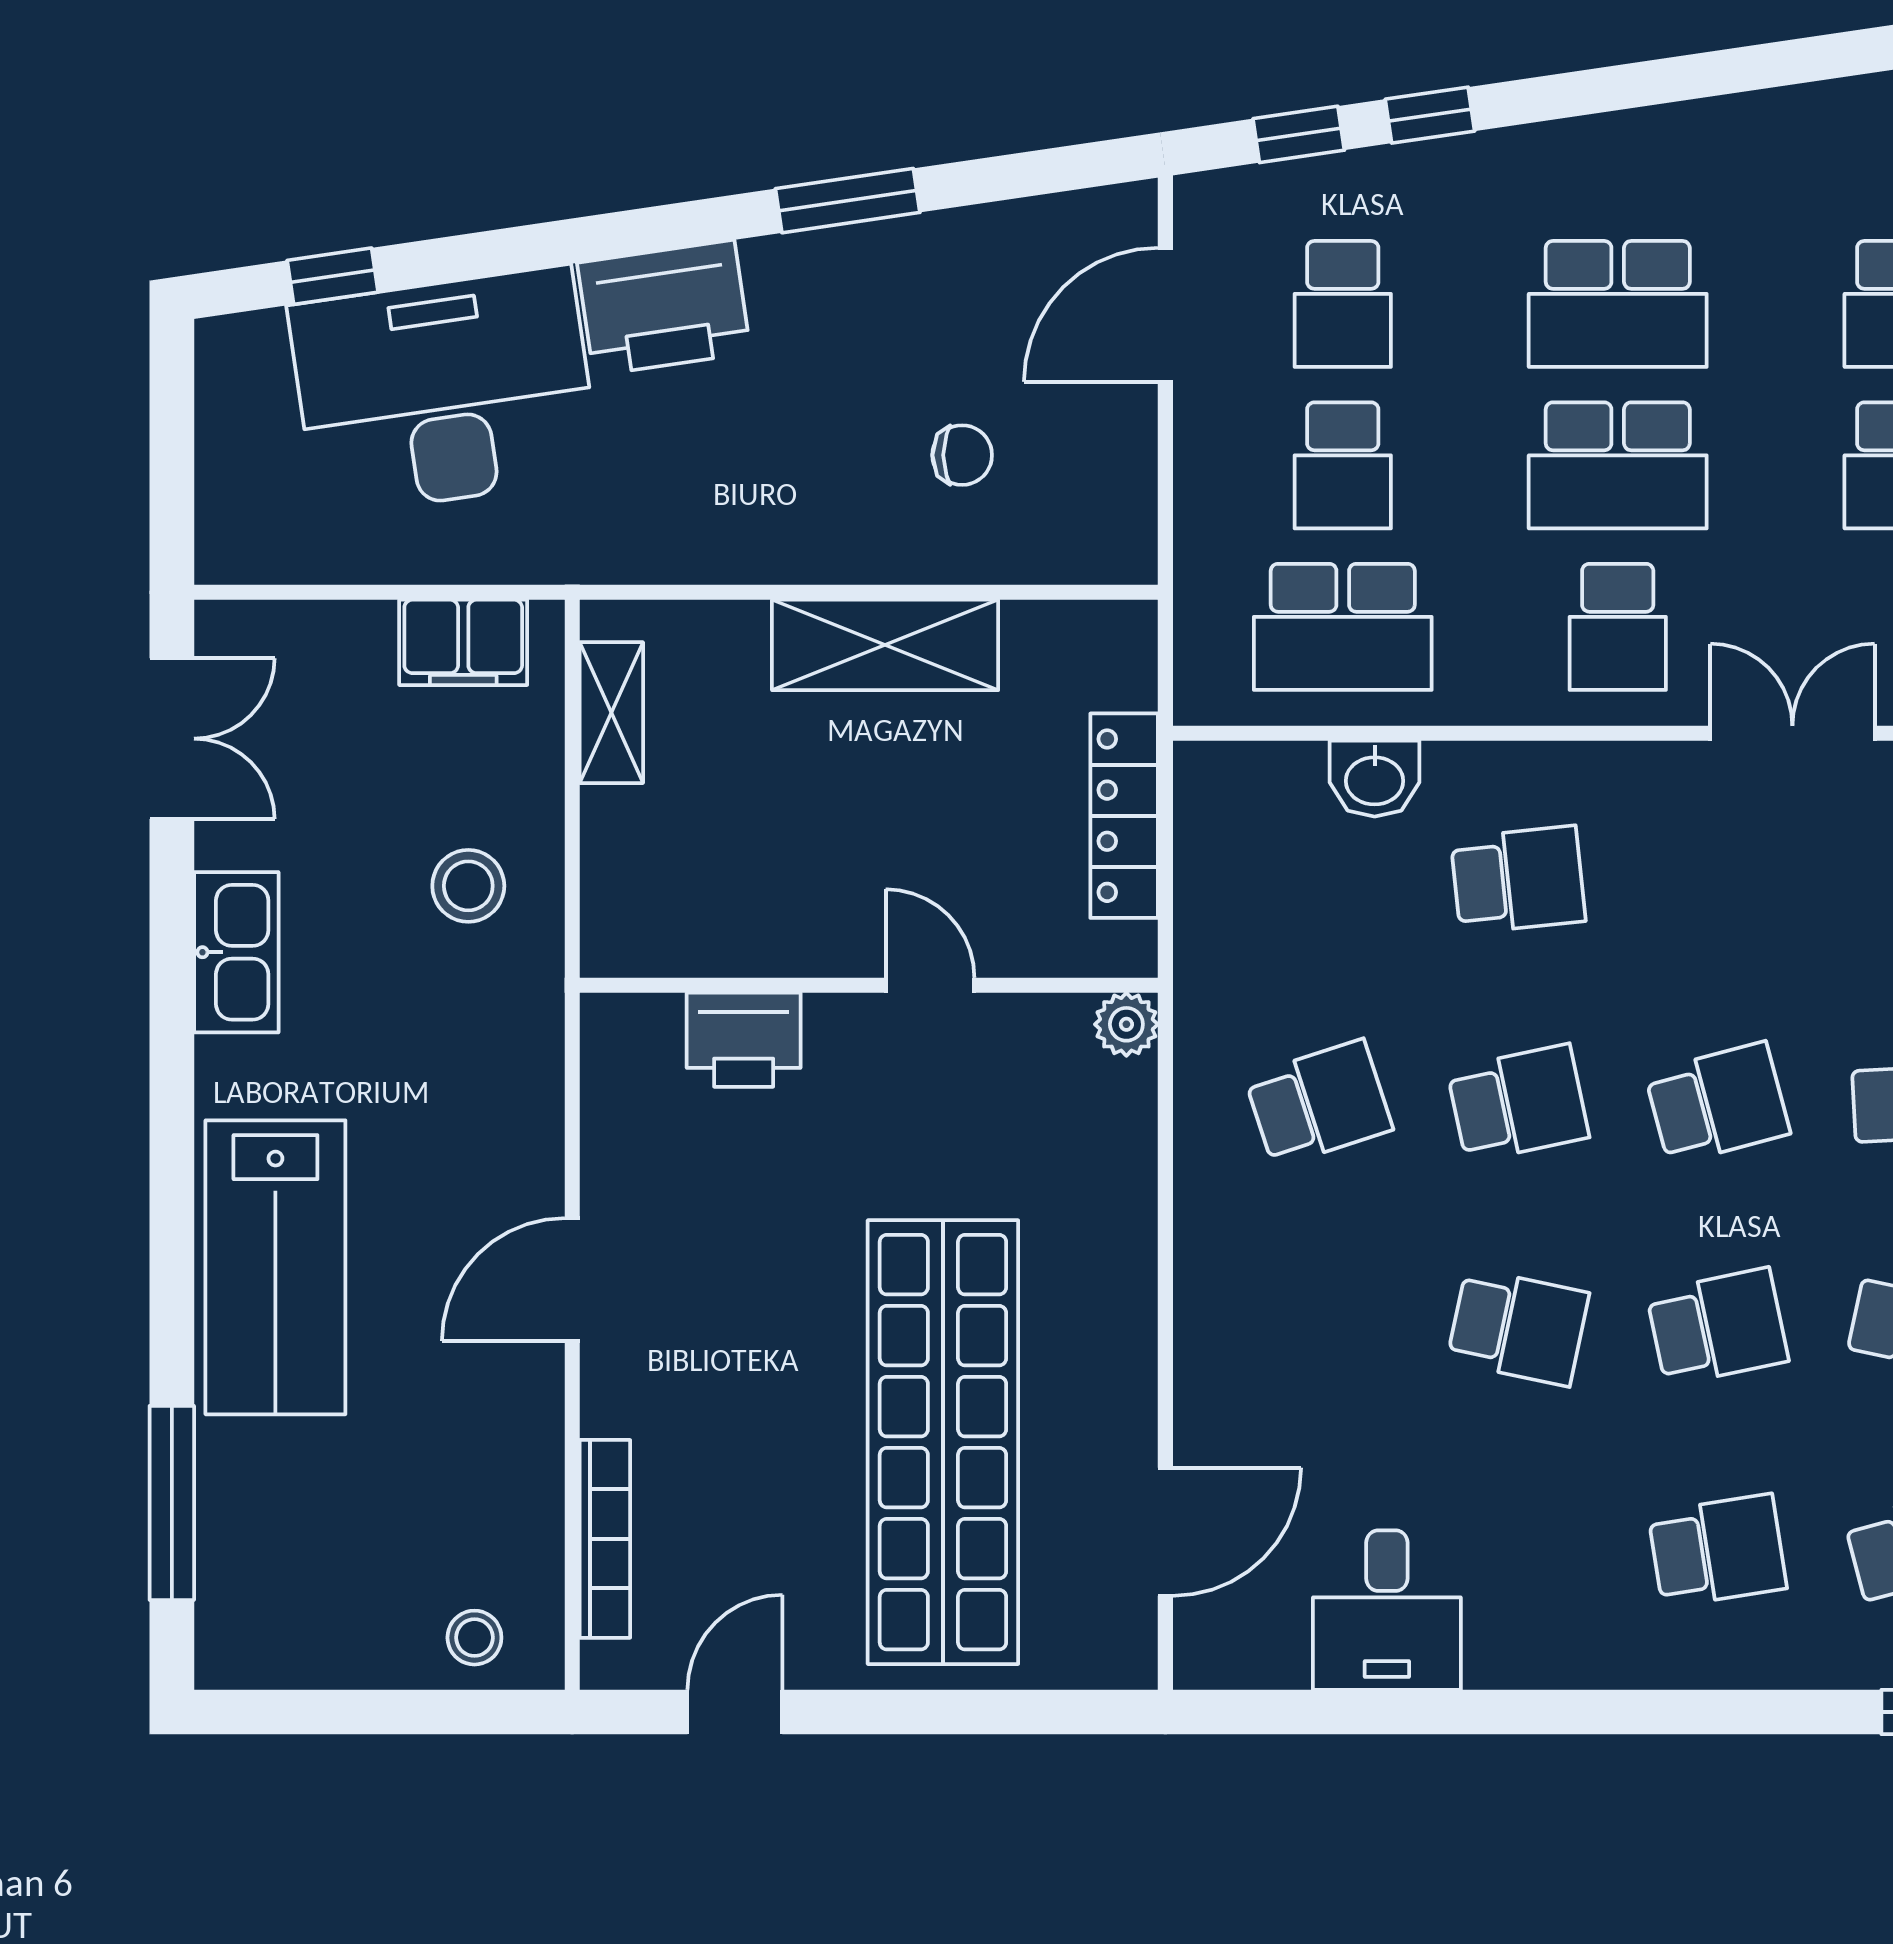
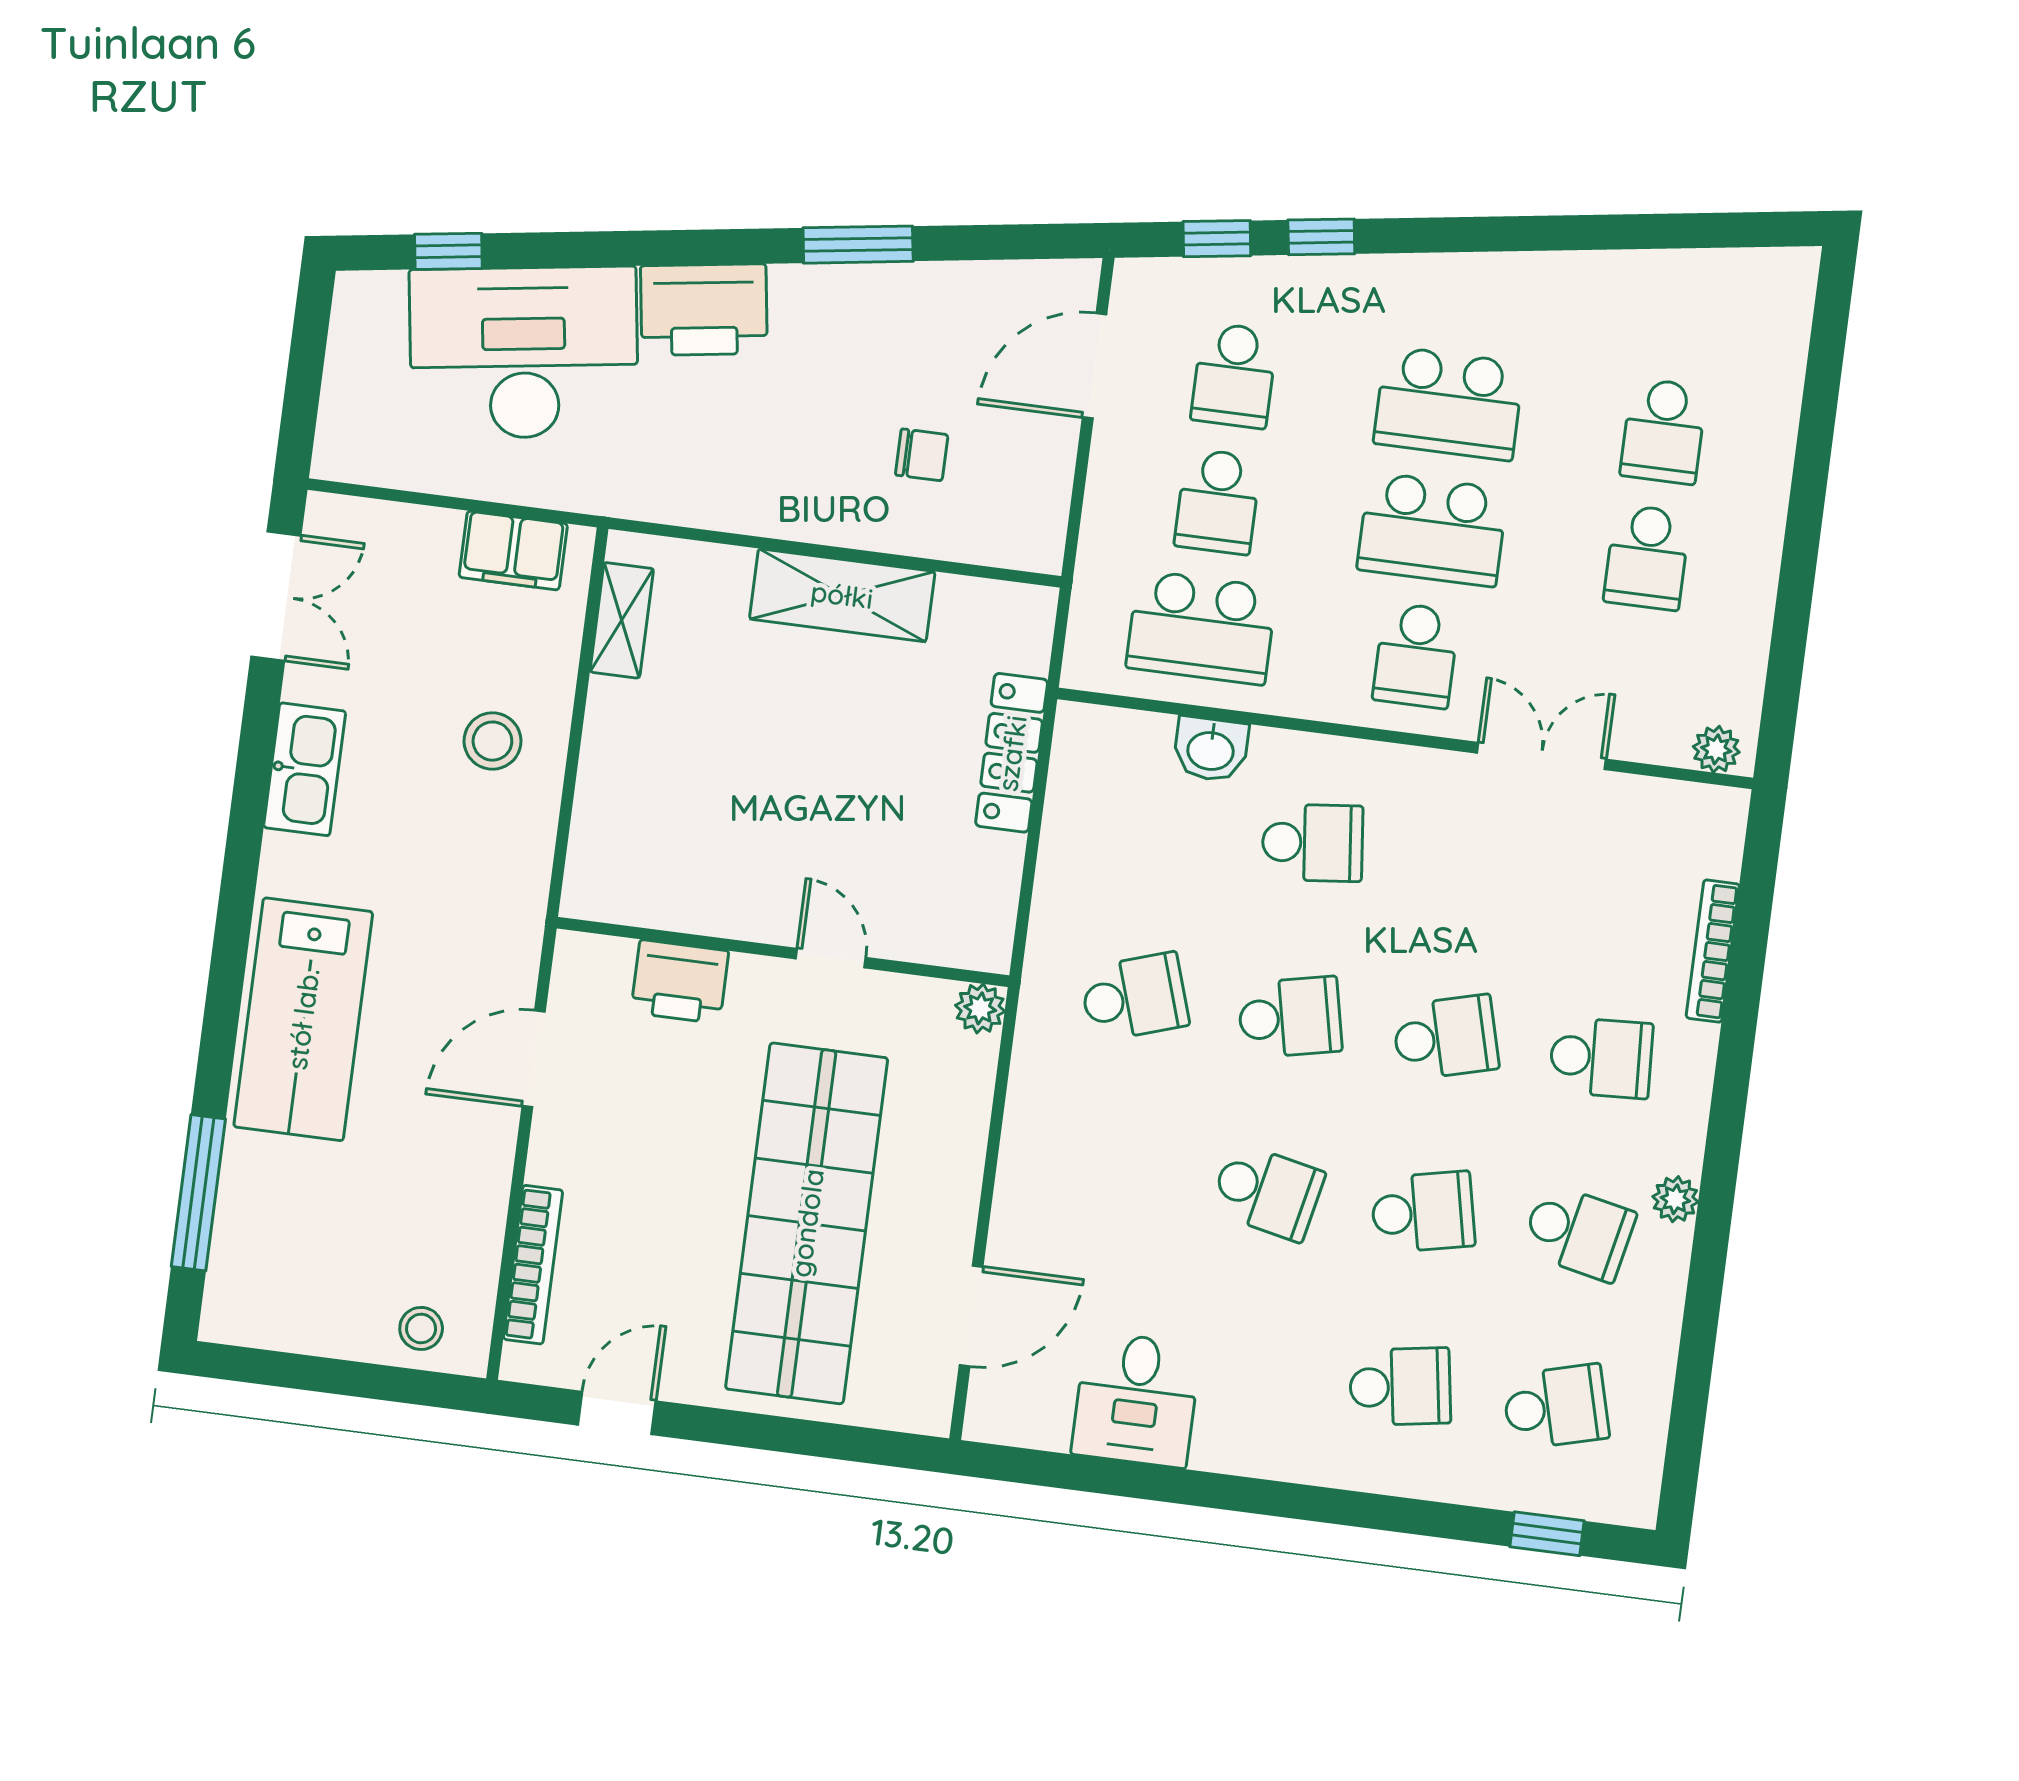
wall: (869, 985) -> (783, 952), moved
door: (930, 985) -> (831, 958), moved
plant: (1126, 1024) -> (980, 1008), moved
printer: (744, 1040) -> (680, 982), moved

